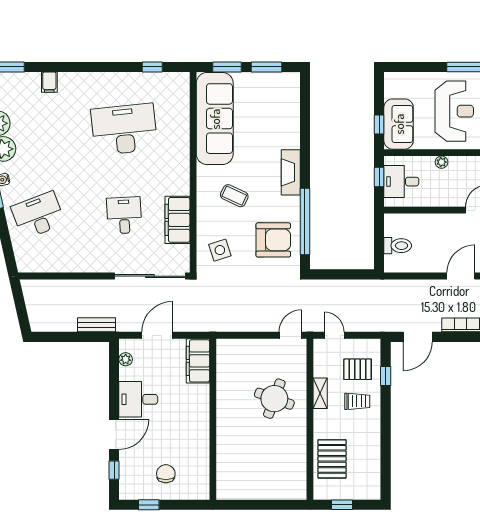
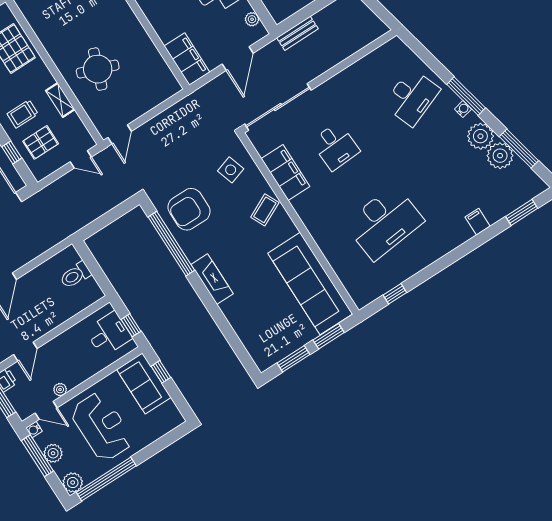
reception desk: (454, 111) -> (102, 427), turned 180
plant: (442, 162) -> (60, 390), moved
coffee table: (234, 196) -> (265, 210), moved, turned -51

